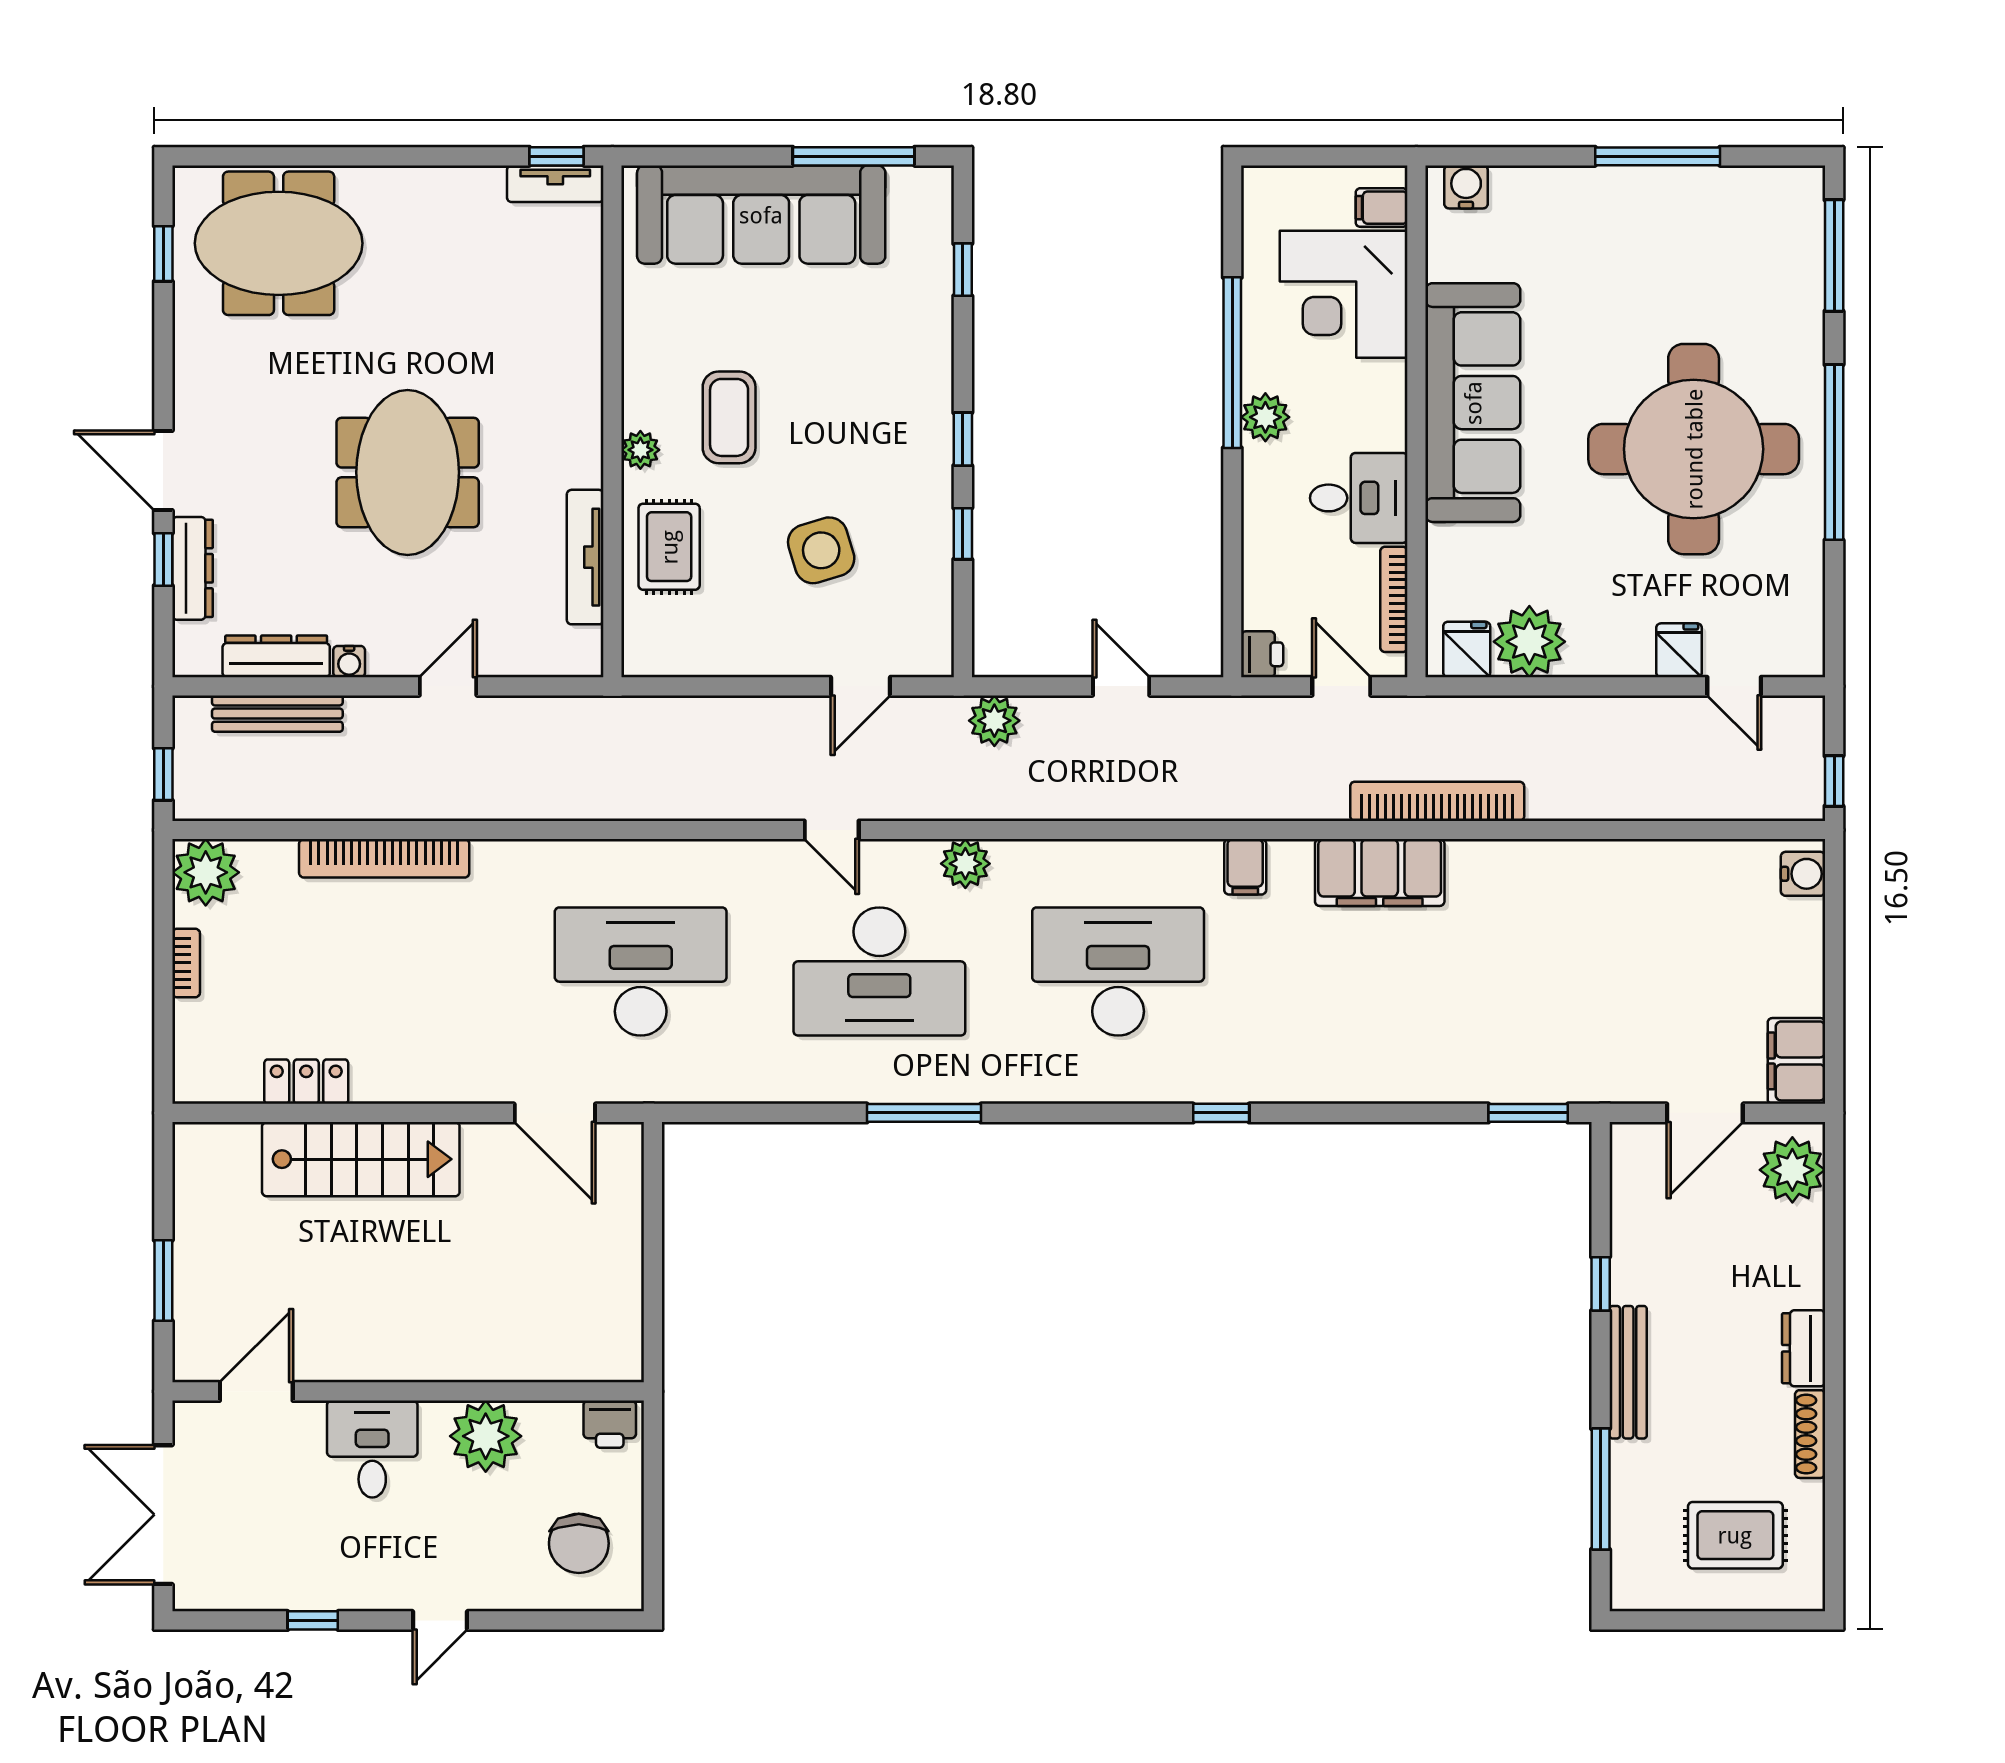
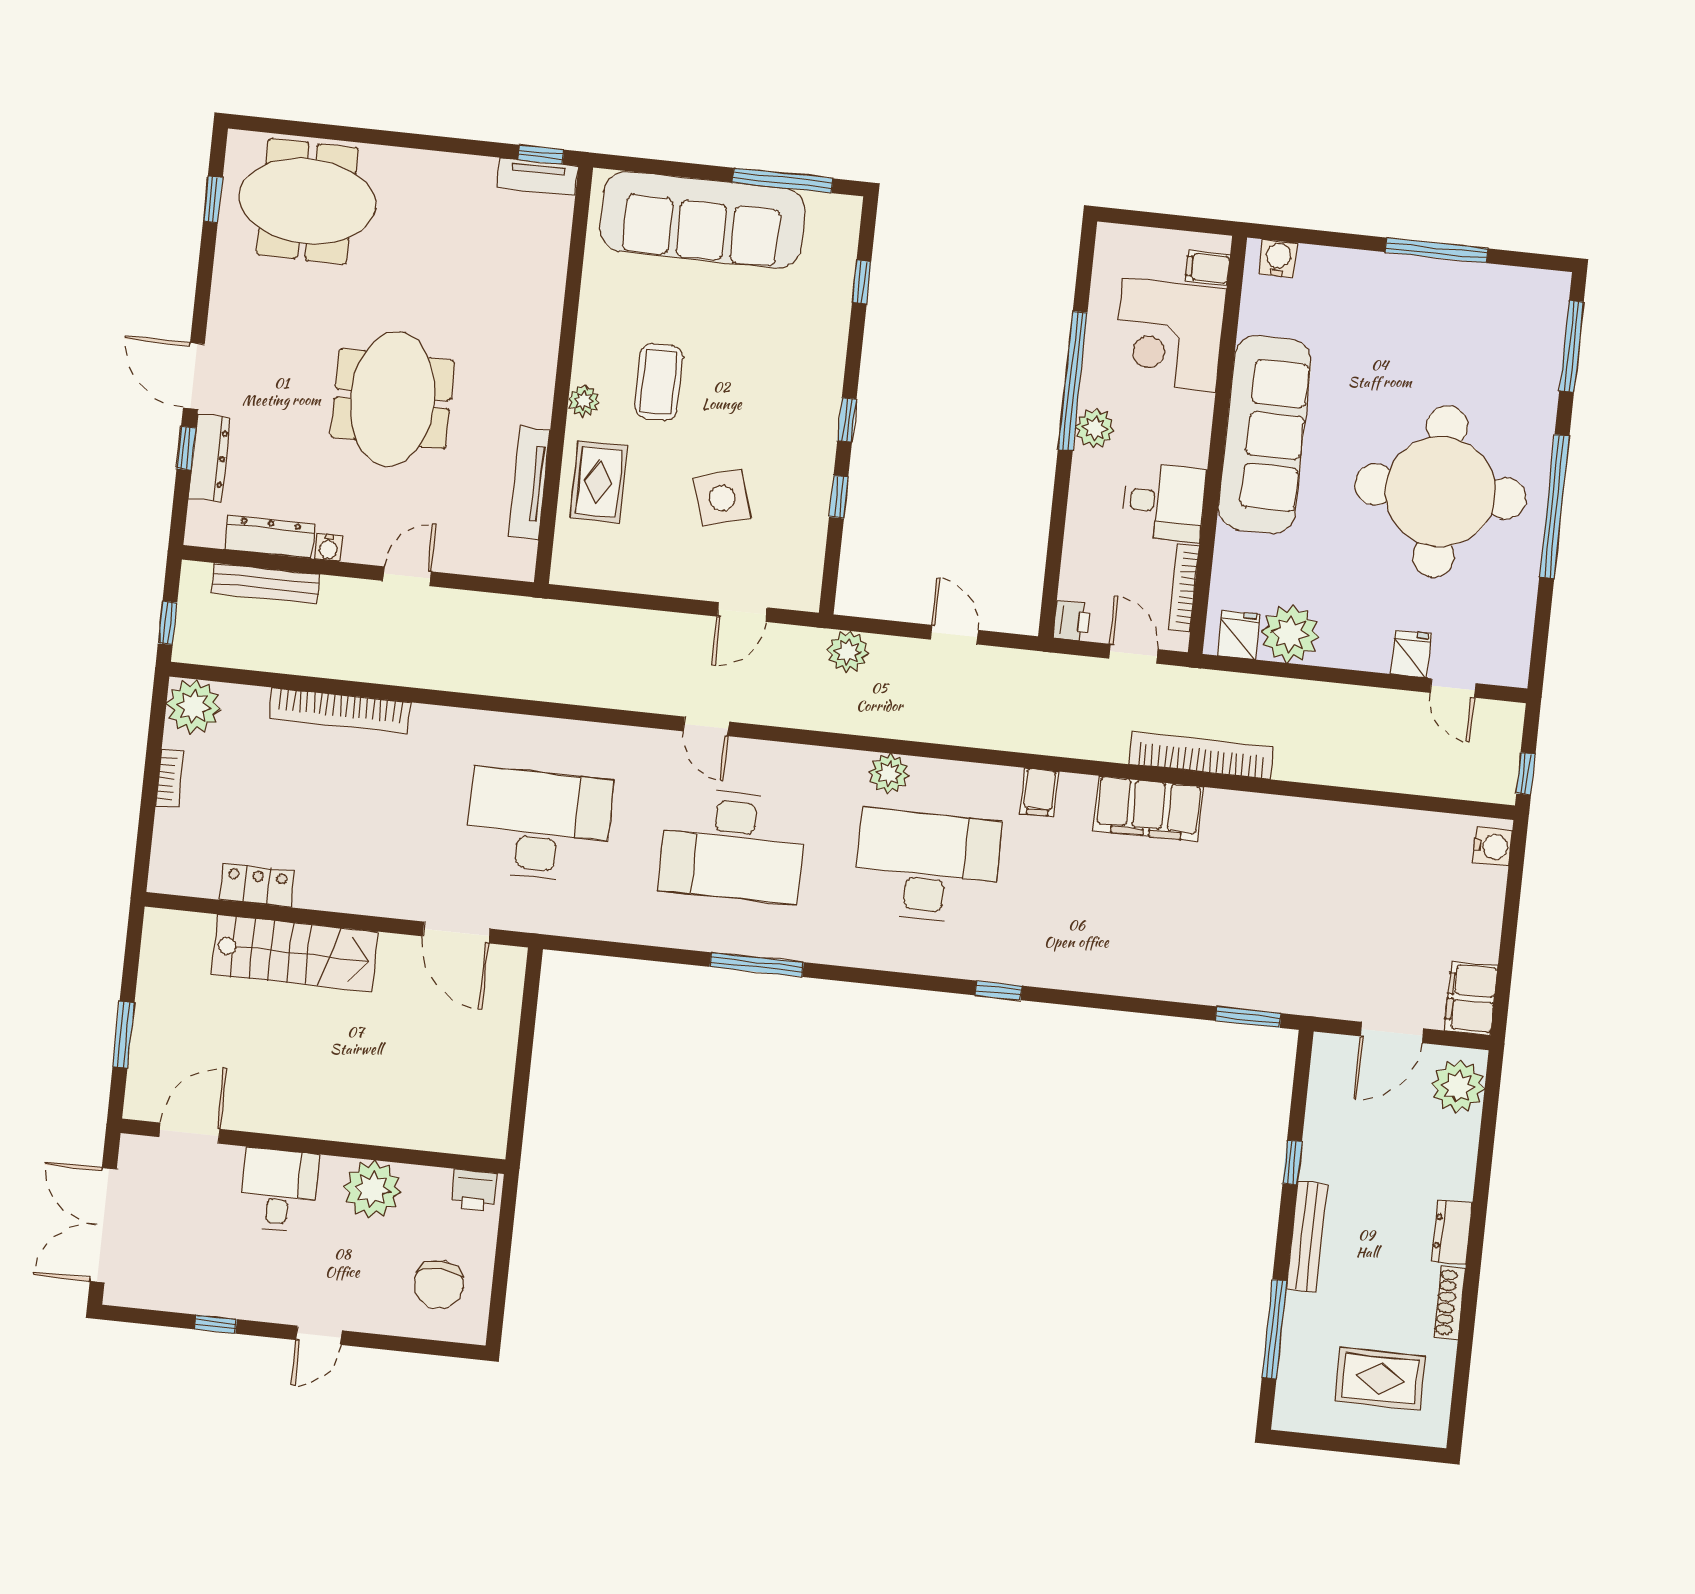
plant: (965, 864) -> (889, 774), moved

